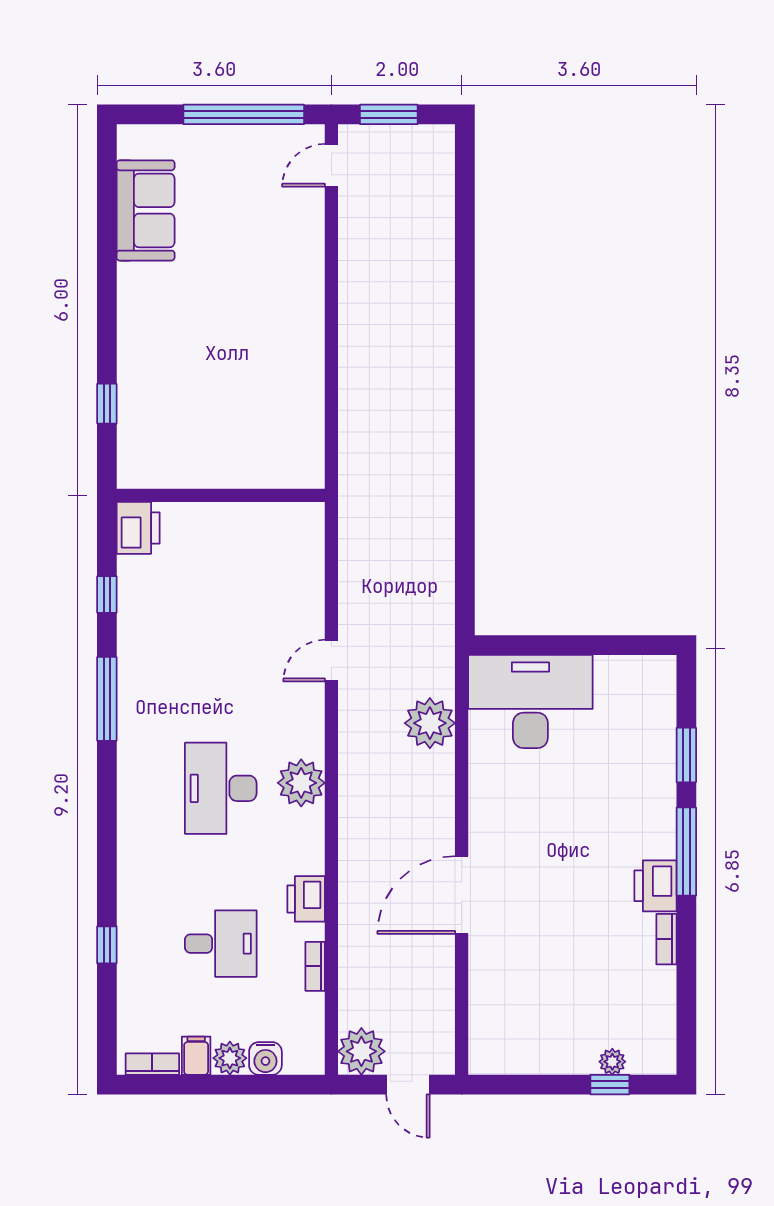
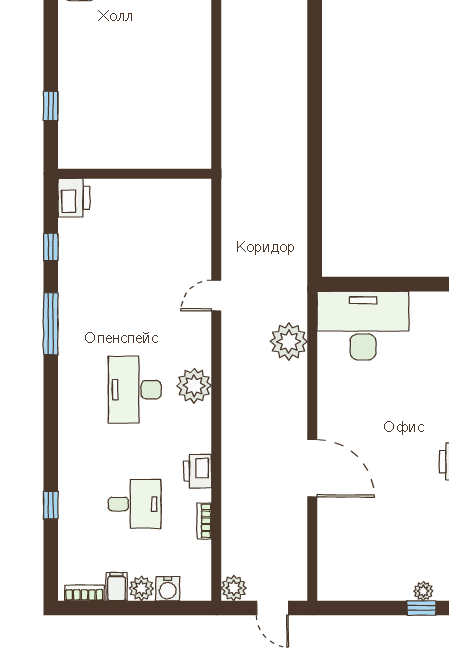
door: (462, 895) -> (312, 468), swing flipped
plant: (361, 1051) -> (234, 588), width x0.73, depth x0.73

